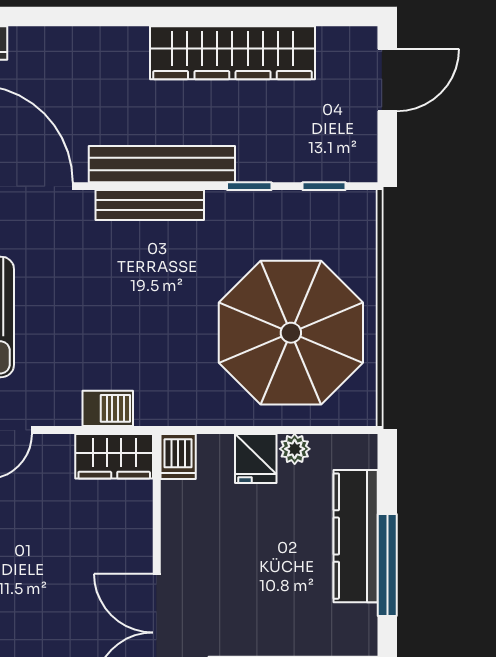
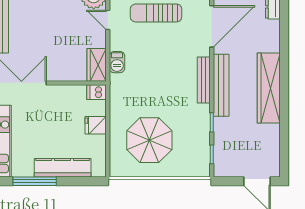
wardrobe: (232, 53) -> (269, 88), moved
parasol: (291, 333) -> (149, 140), width x0.73, depth x0.73
plant: (295, 449) -> (100, 142), removed
window: (387, 565) -> (35, 181), moved

